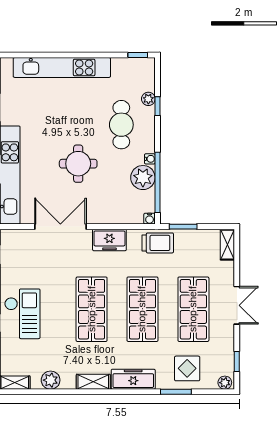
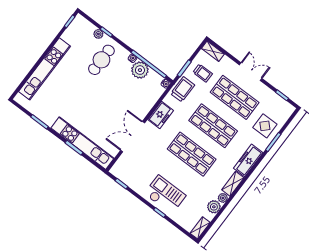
cafe table: (121, 125) -> (101, 60), turned 90
round table: (78, 164) -> (105, 100), removed
trolley: (194, 252) -> (203, 73), added
plant: (225, 383) -> (223, 198), moved

